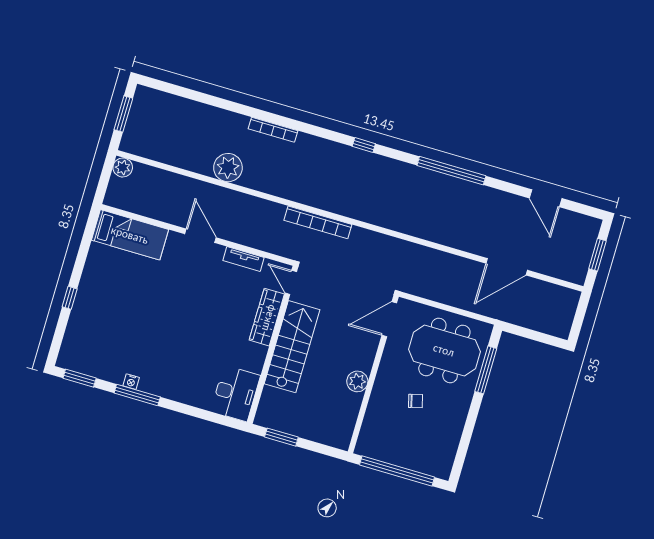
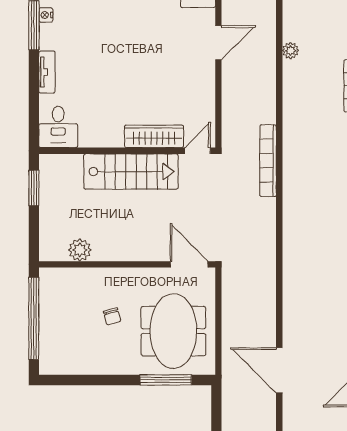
plant: (228, 168) -> (290, 51), width x0.53, depth x0.53
tv unit: (244, 259) -> (47, 72), moved, turned 180
plant: (357, 381) -> (80, 250), moved
desk: (235, 393) -> (58, 127), width x0.73

